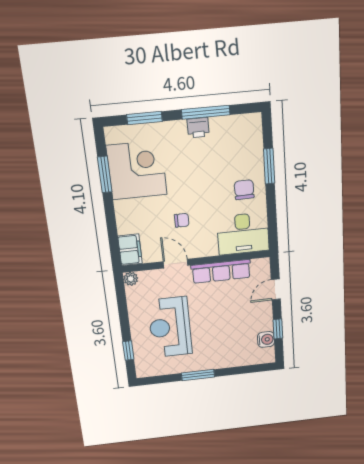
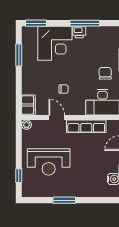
window: (144, 118) -> (36, 23), moved
corner desk: (137, 170) -> (55, 43), moved, turned 90
reception desk: (170, 327) -> (49, 162), turned -90

